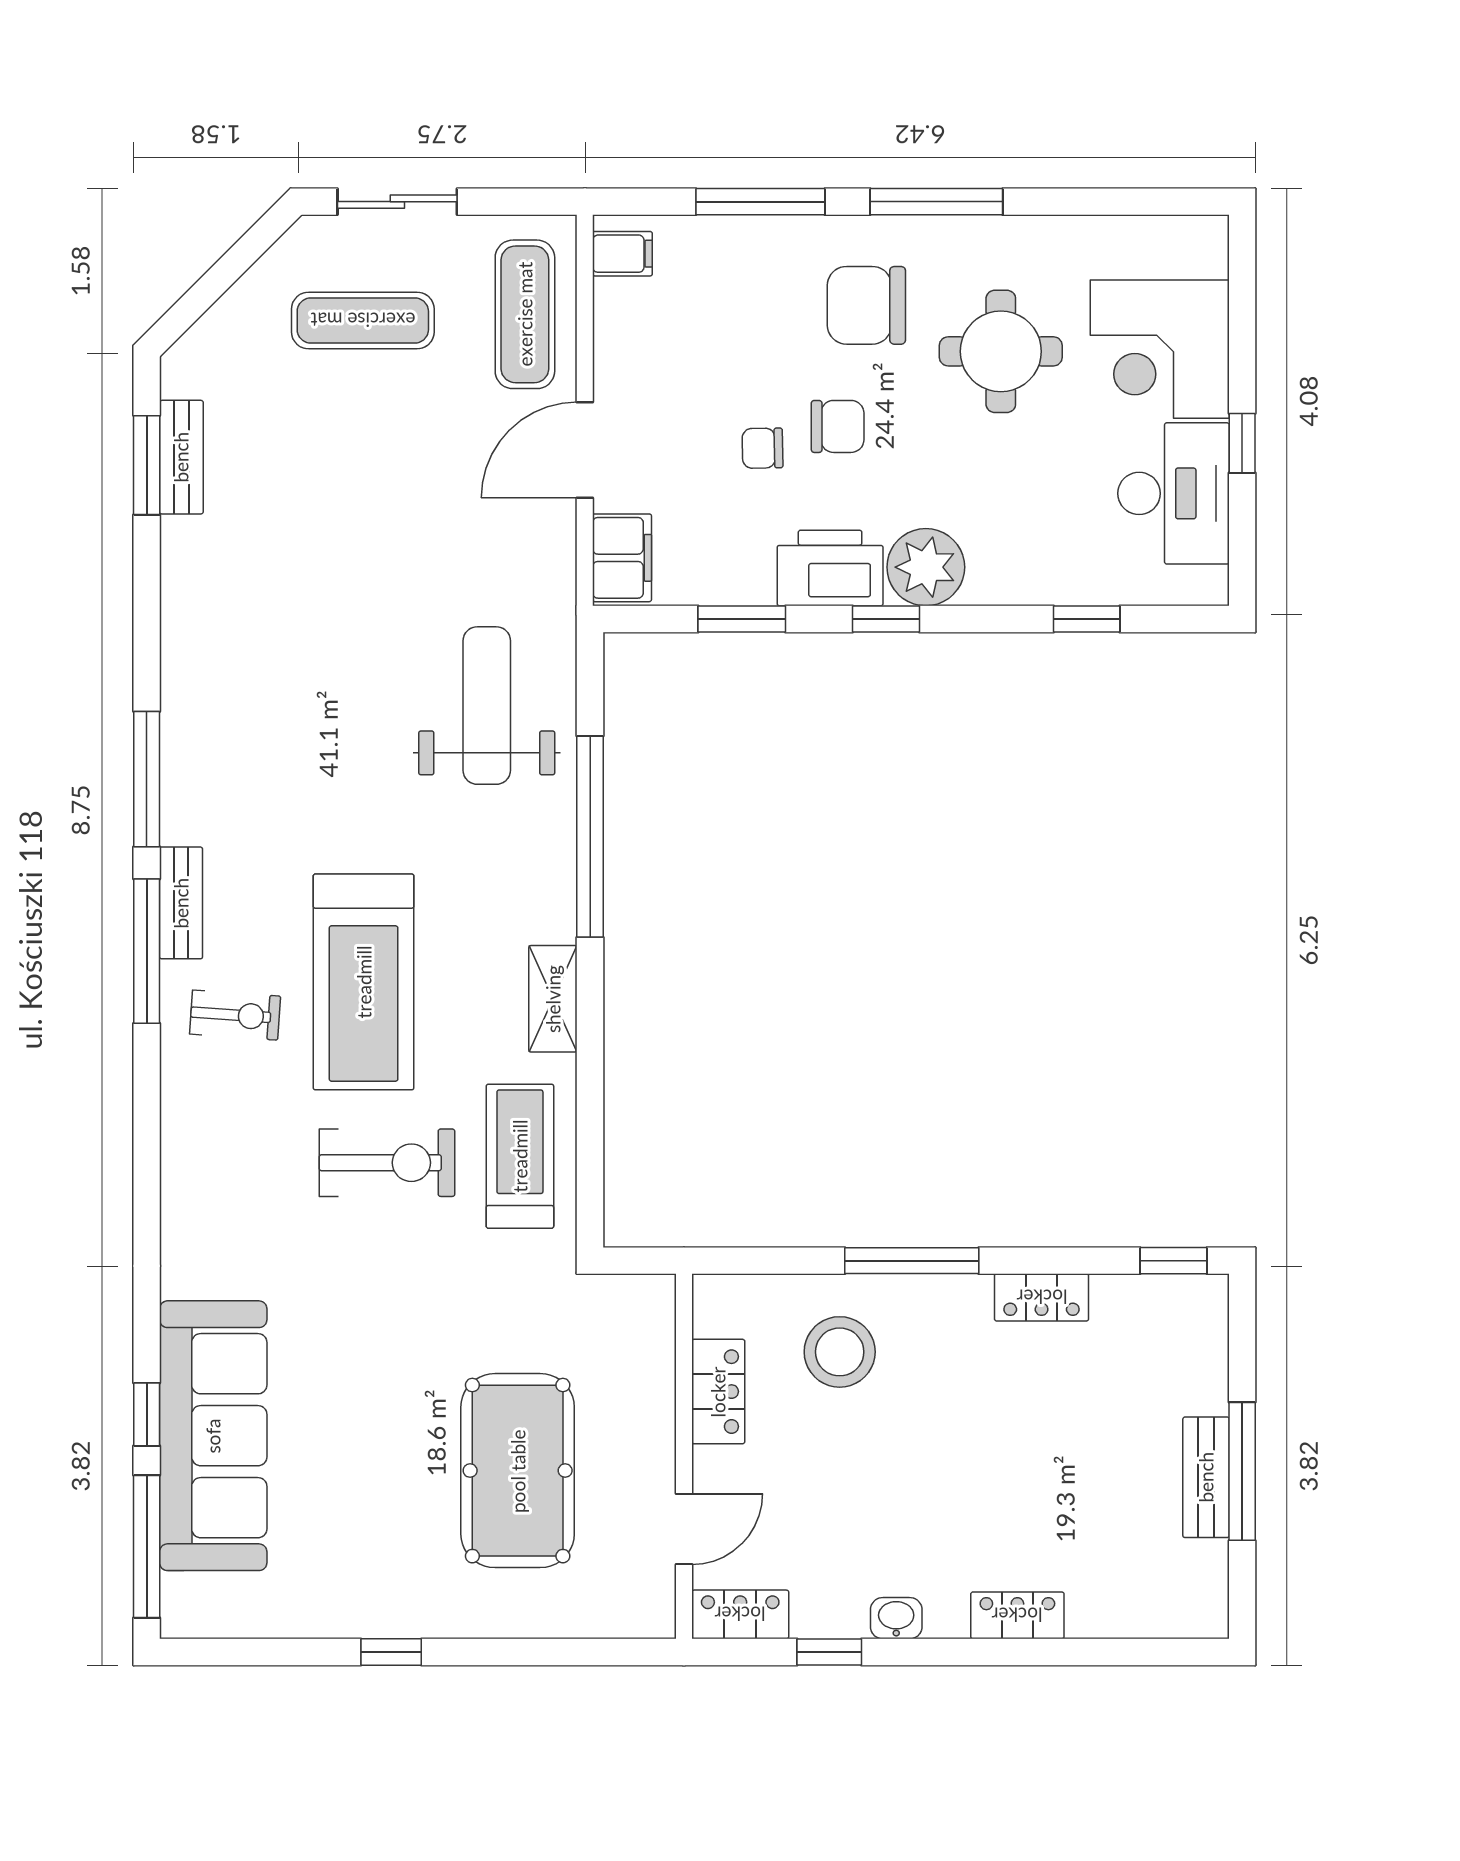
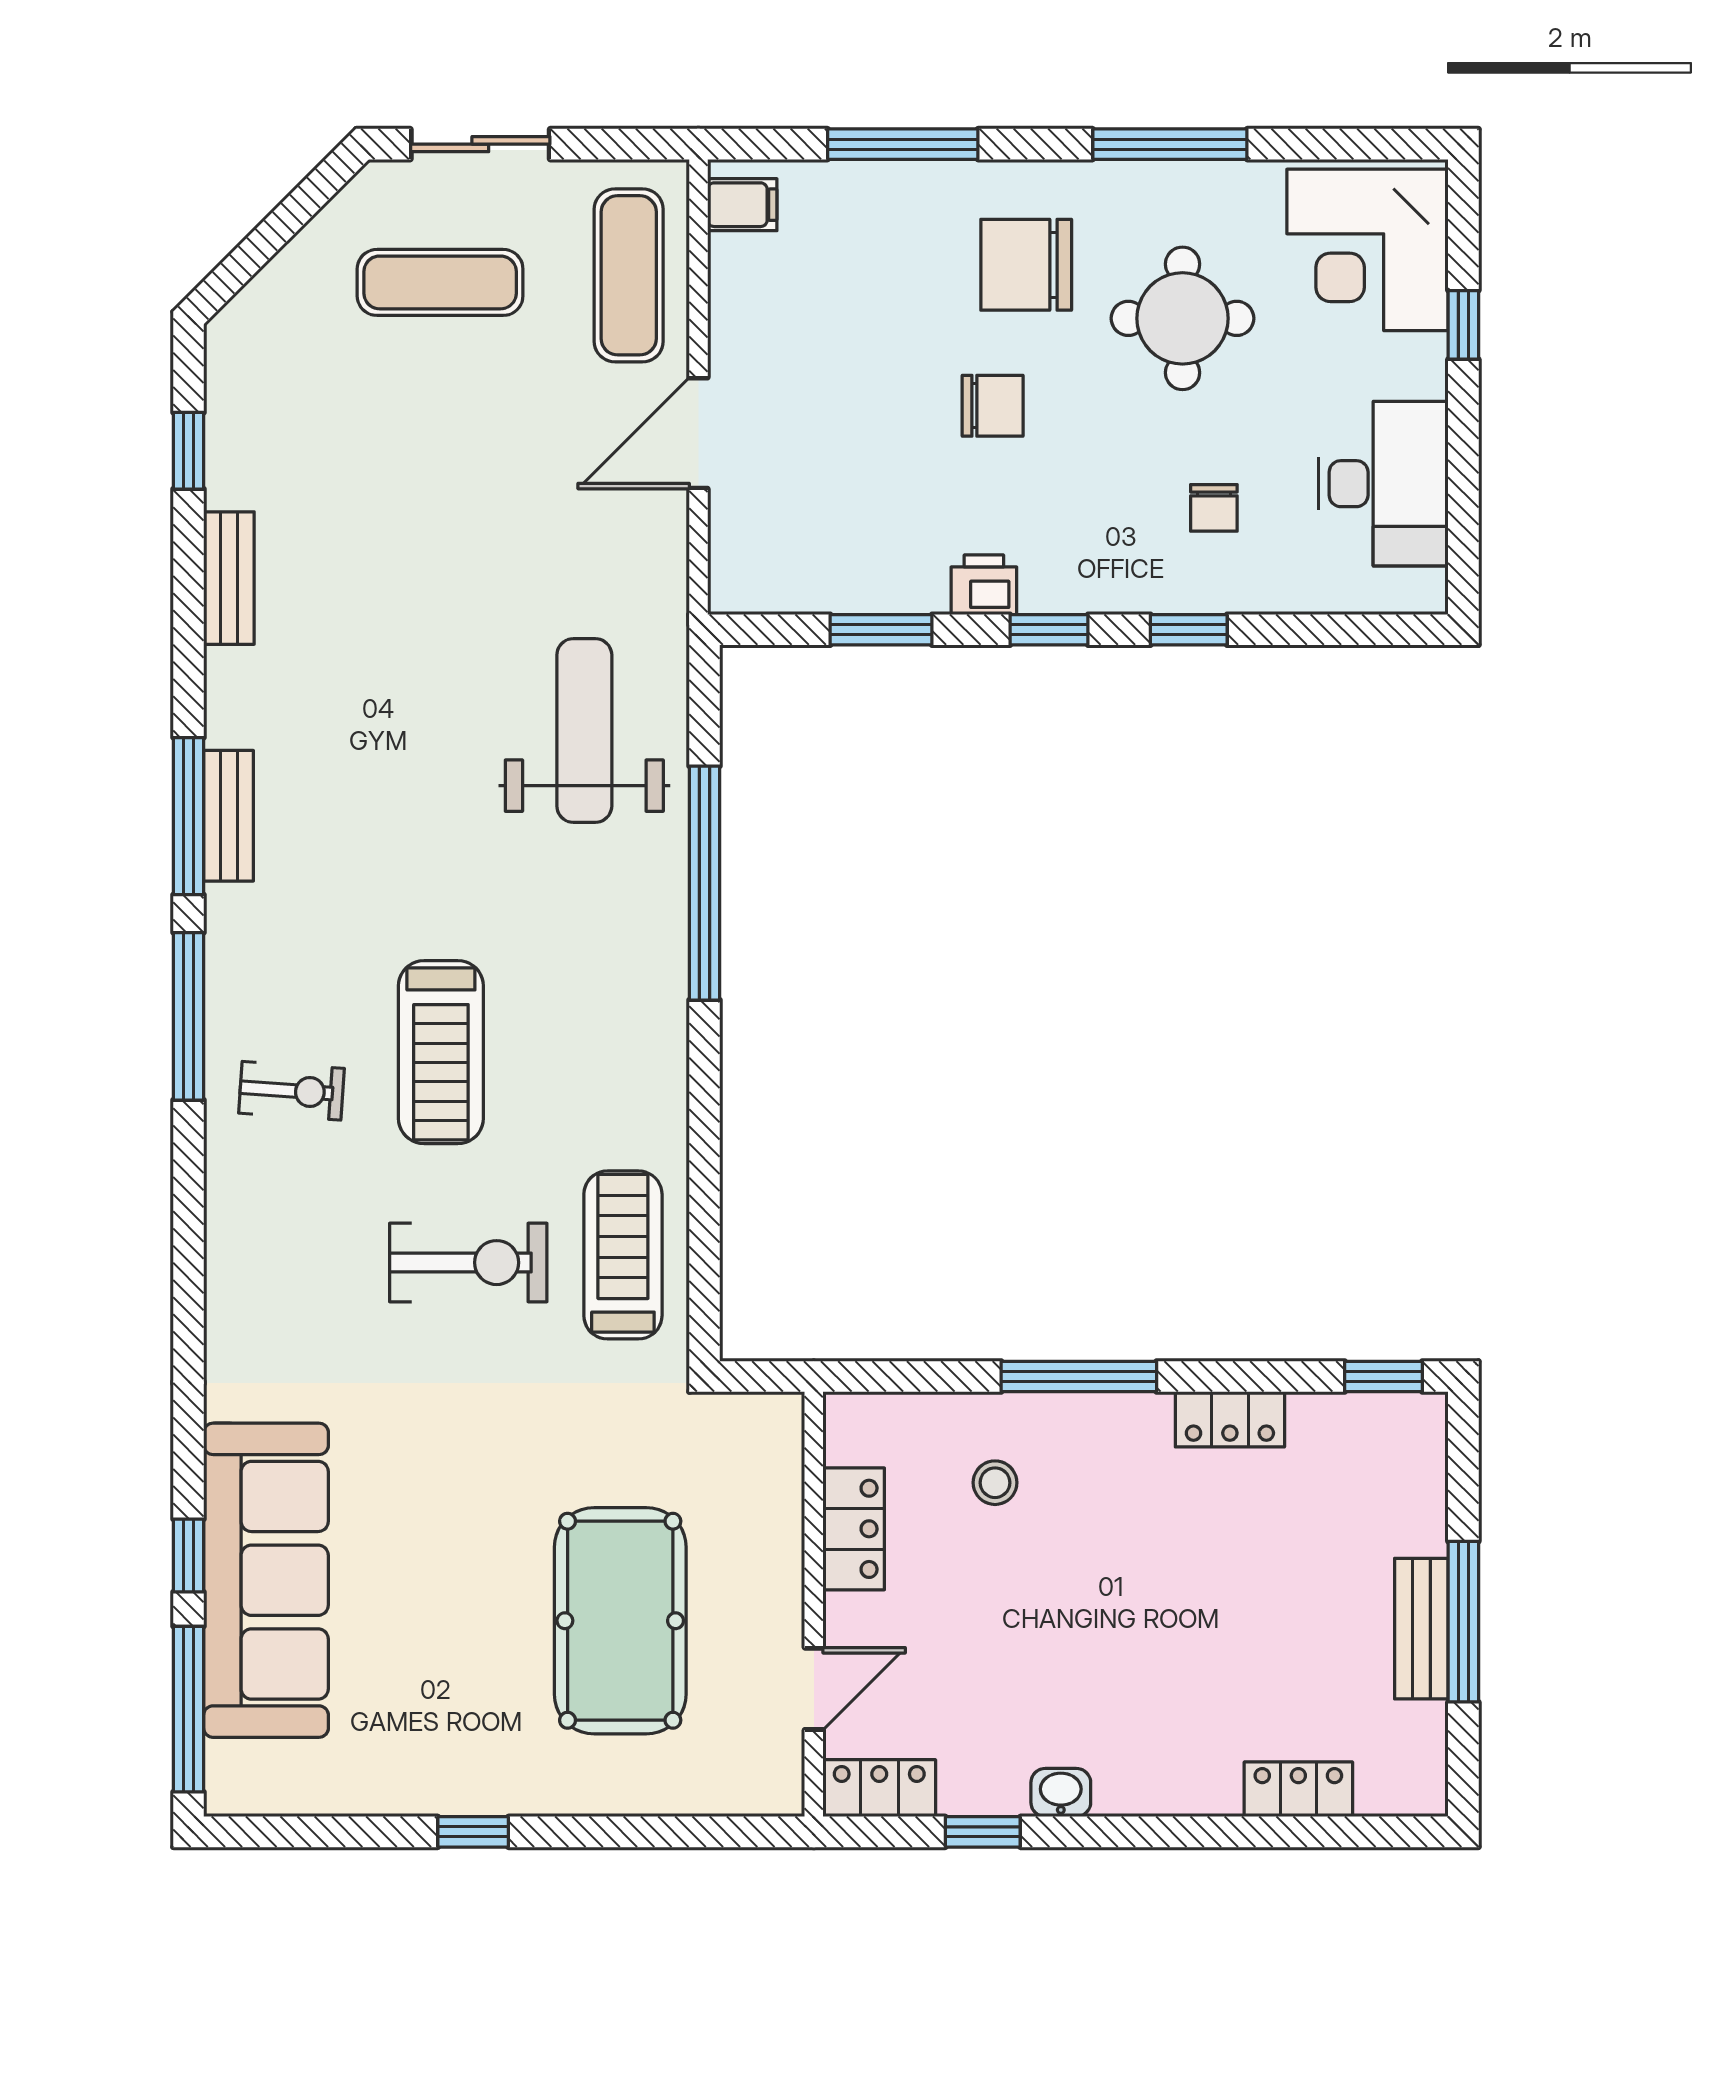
window: (936, 202) -> (1170, 144), moved
corner desk: (1160, 349) -> (1368, 250), moved
window: (1242, 443) -> (1463, 325), moved
chair: (762, 448) -> (1214, 508), moved, turned -89
bench: (181, 457) -> (229, 578), moved
window: (147, 465) -> (188, 451), width x0.67
filing cabinet: (622, 558) -> (742, 559), removed
plant: (926, 567) -> (1095, 570), removed
printer: (830, 568) -> (984, 585), width x0.53, depth x0.68
window: (1087, 619) -> (1189, 630), moved
bench: (181, 903) -> (229, 816), moved
treadmill: (364, 982) -> (441, 1052), width x0.73, depth x0.73
shelving: (553, 999) -> (661, 1072), removed
stool: (840, 1352) -> (995, 1483), width x0.53, depth x0.53
locker: (1017, 1615) -> (1298, 1789), moved

